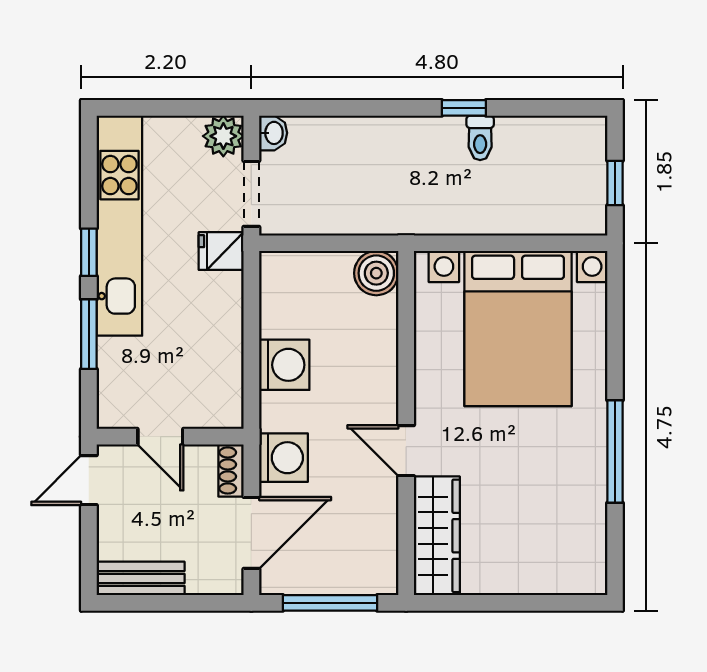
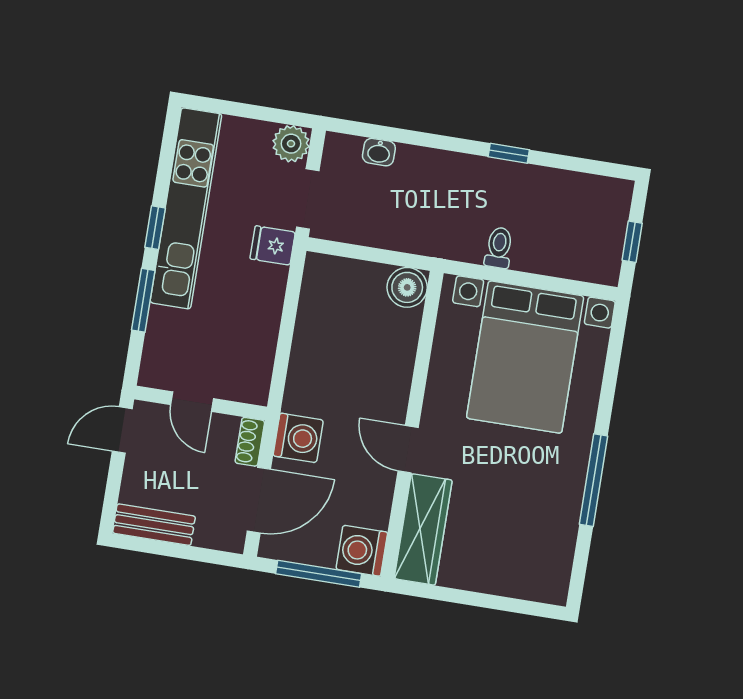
washbasin: (273, 133) -> (379, 152), moved, turned 90
toilet: (480, 138) -> (499, 248), moved, turned 180
washing machine: (284, 365) -> (362, 551), moved, turned 180

